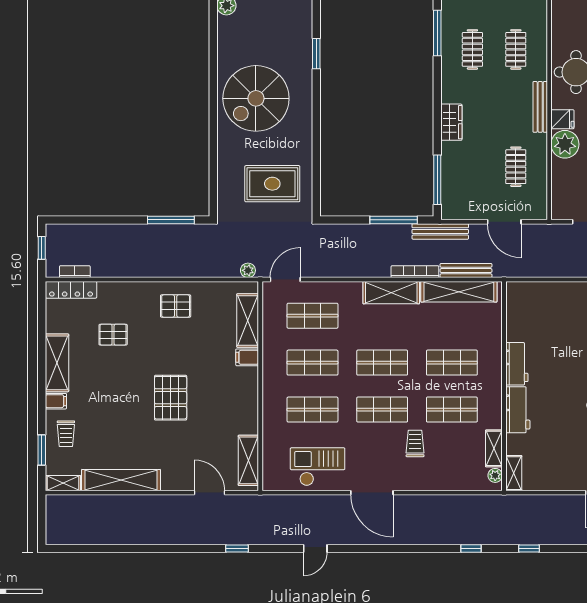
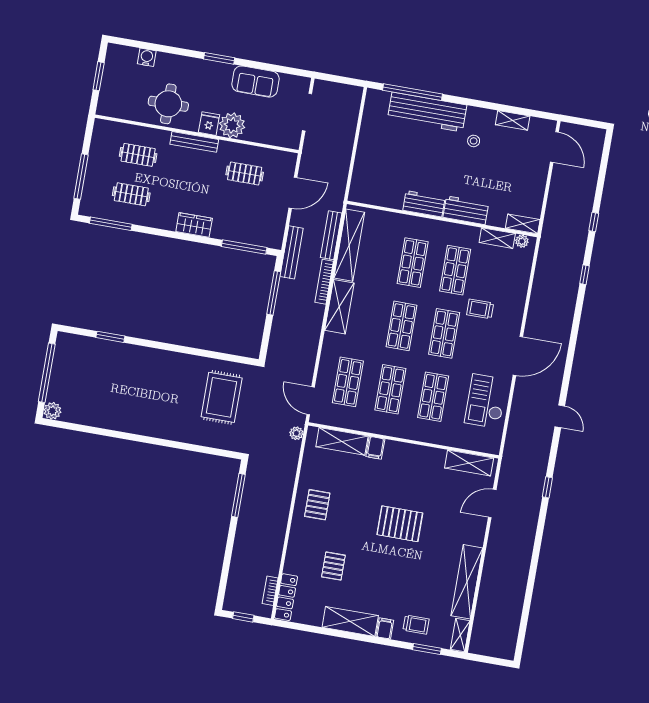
spiral stairs: (256, 98) -> (141, 399), removed

